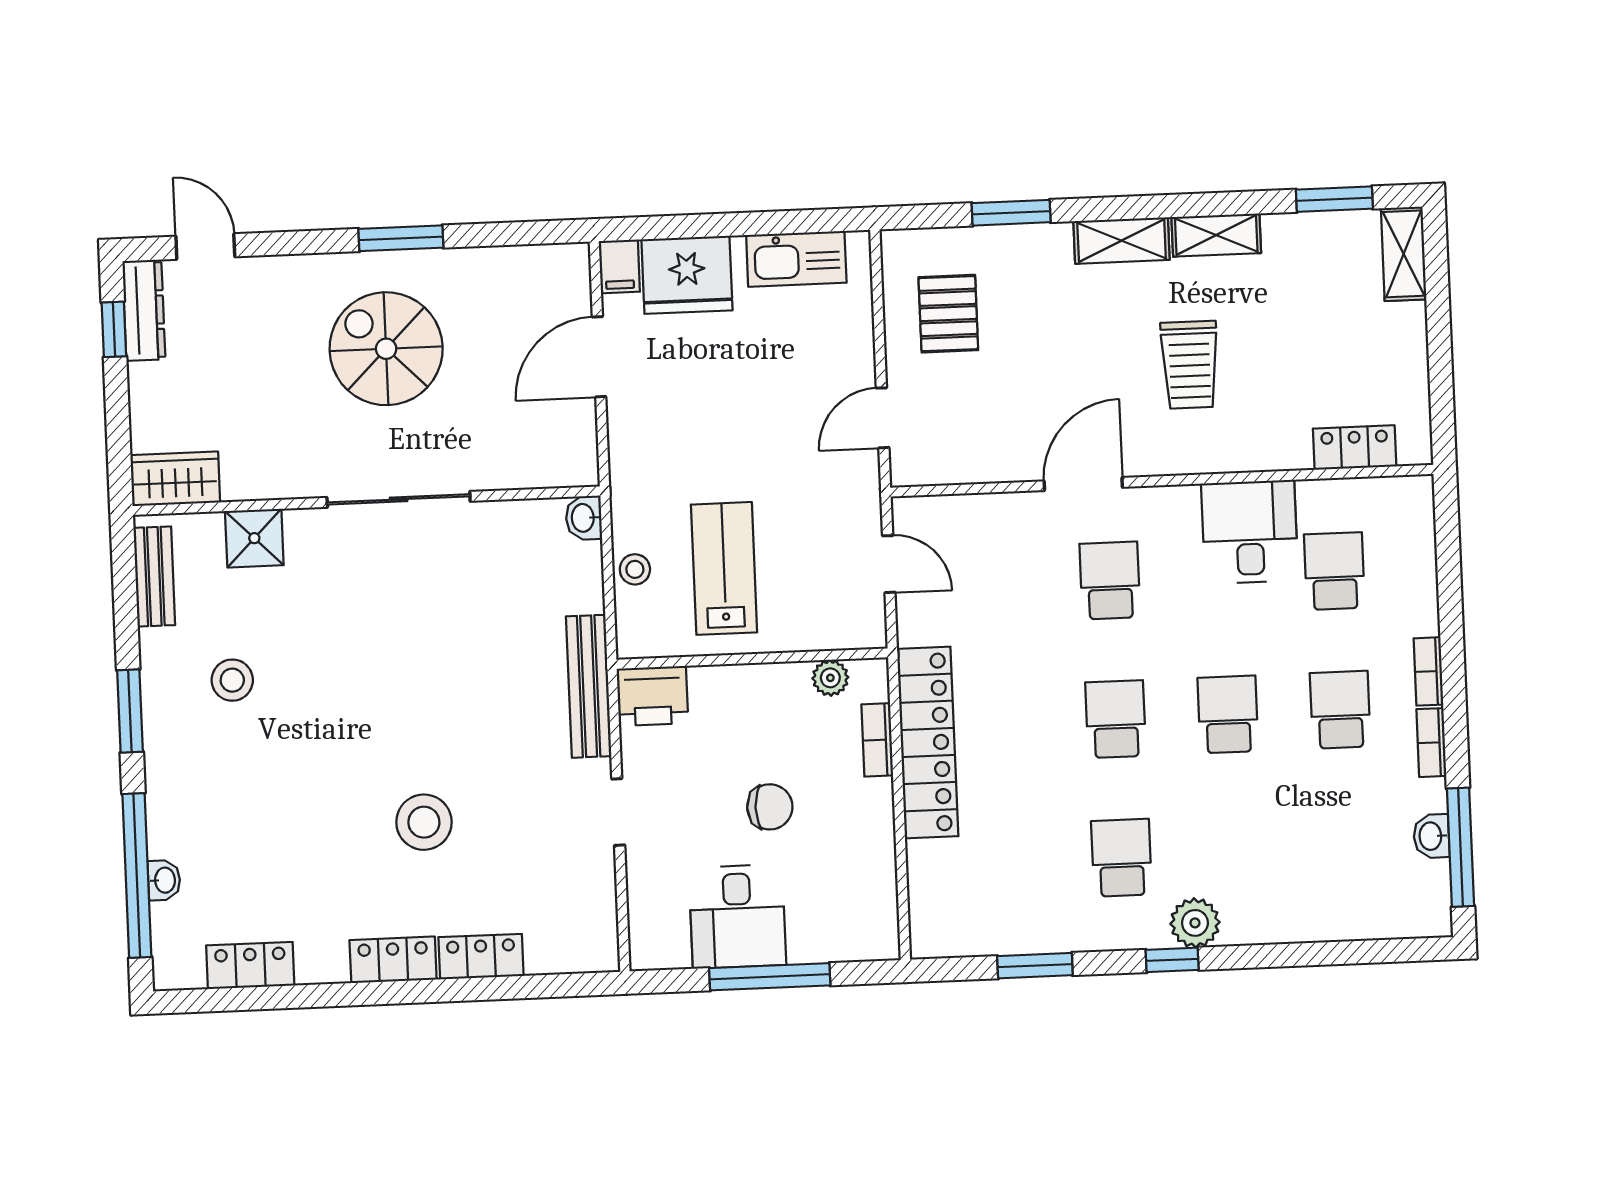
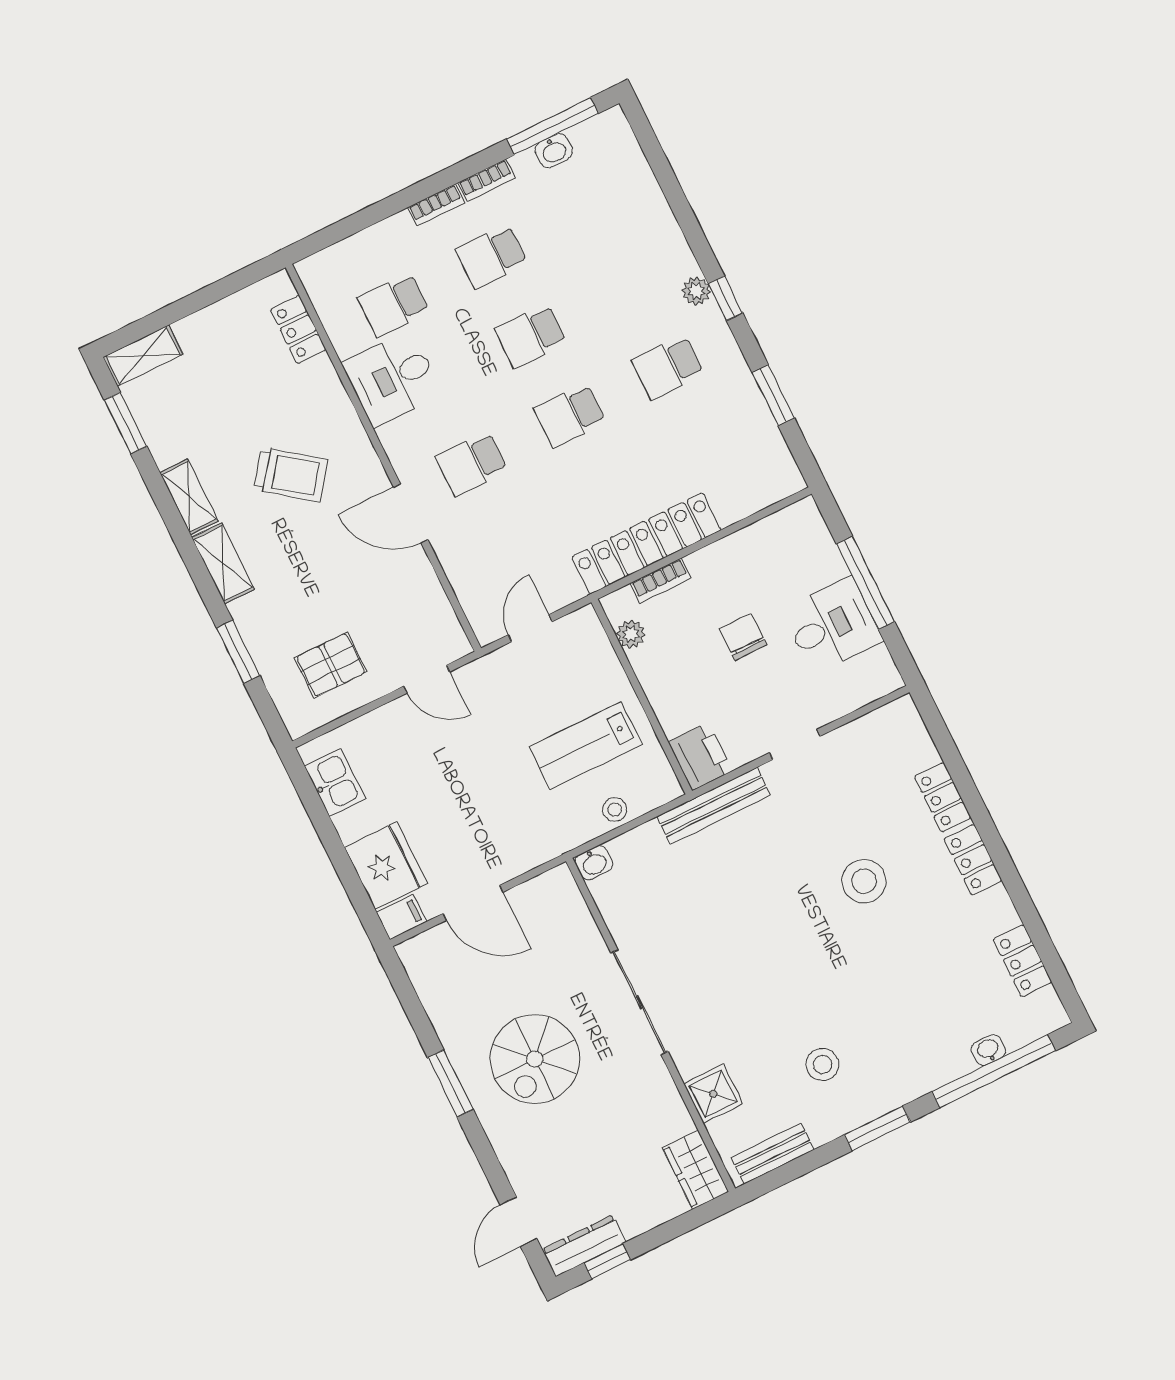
kitchen sink: (796, 259) -> (335, 782), width x0.73
trolley: (1190, 365) -> (291, 475), turned 37
plant: (1195, 923) -> (696, 291), width x0.73, depth x0.73

